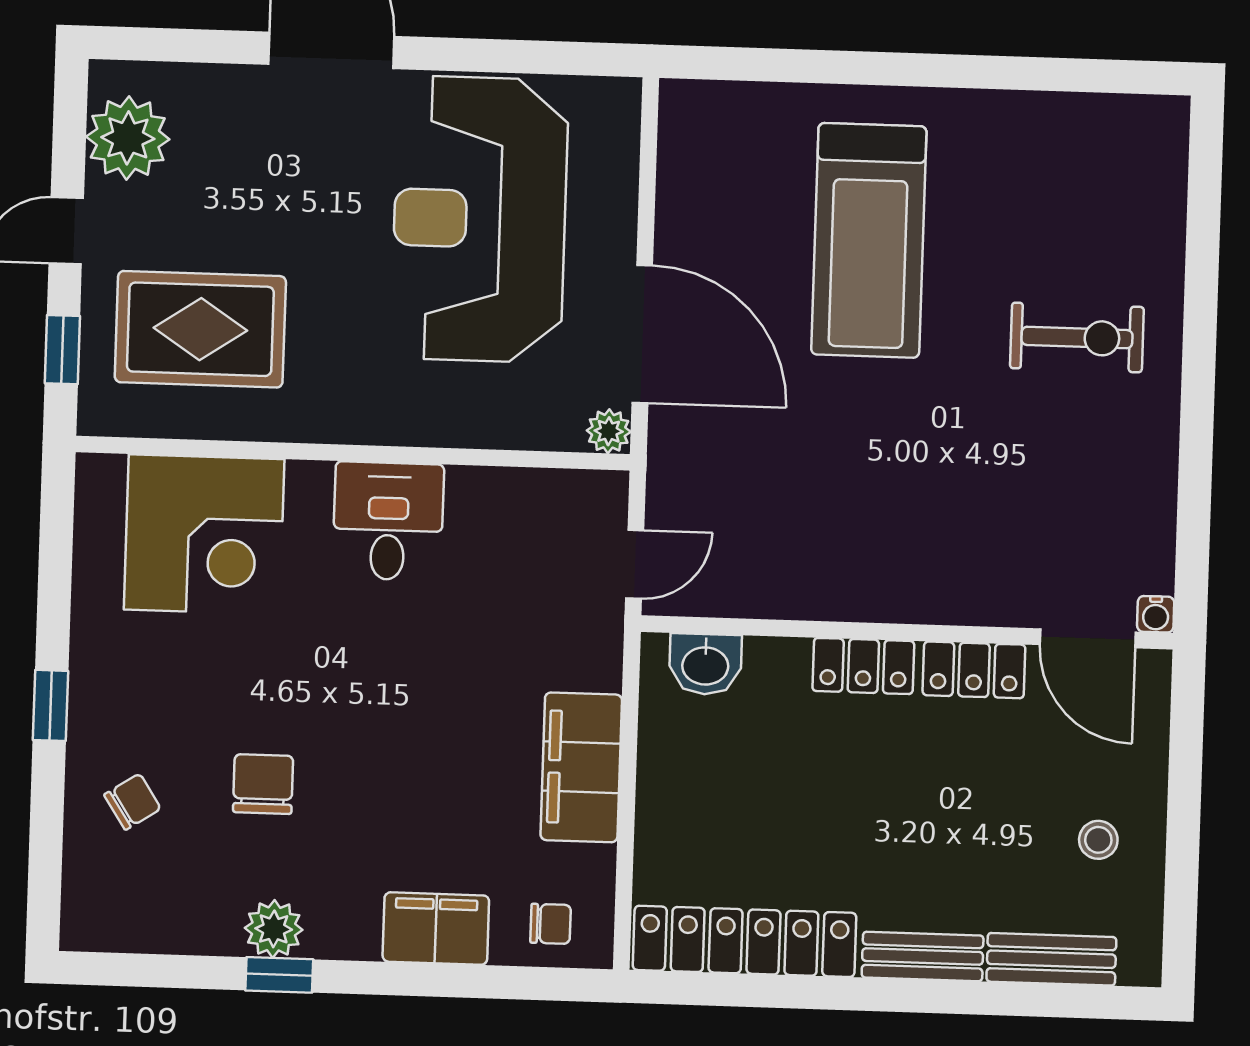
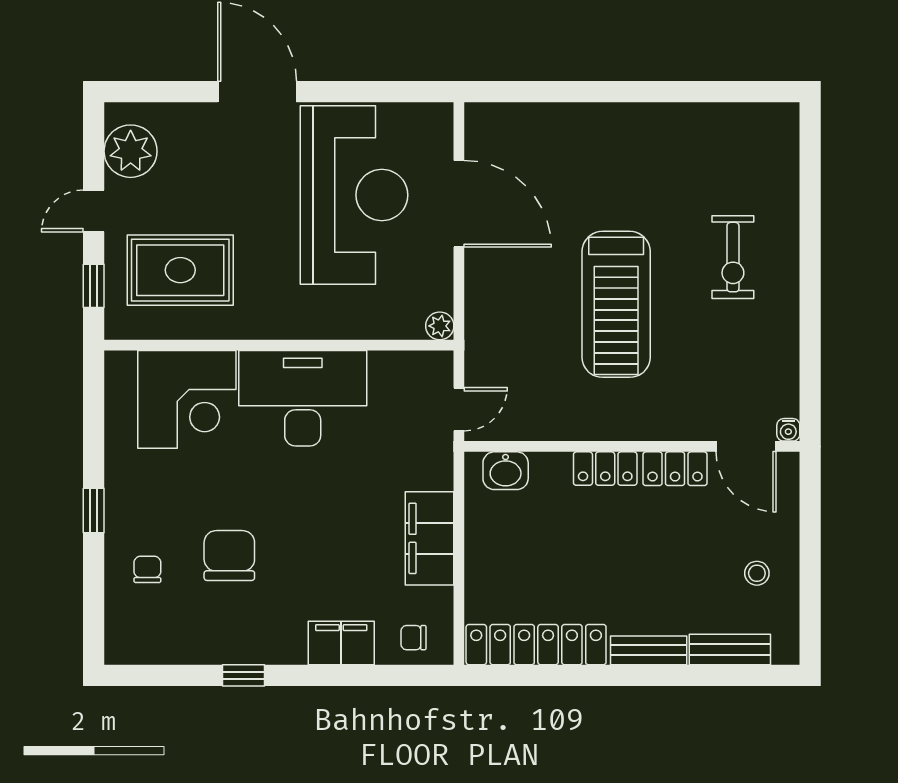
reception desk: (480, 219) -> (354, 195), turned 180
treadmill: (869, 240) -> (616, 304), moved
door: (642, 334) -> (459, 204), moved
exercise bike: (1077, 338) -> (733, 257), turned 90
desk: (388, 521) -> (303, 398), width x1.87, depth x1.30
chair: (263, 784) -> (229, 556), width x1.37, depth x1.37
chair: (132, 802) -> (147, 569), turned -57
chair: (551, 924) -> (413, 638), turned 180
plant: (274, 929) -> (239, 647), removed

